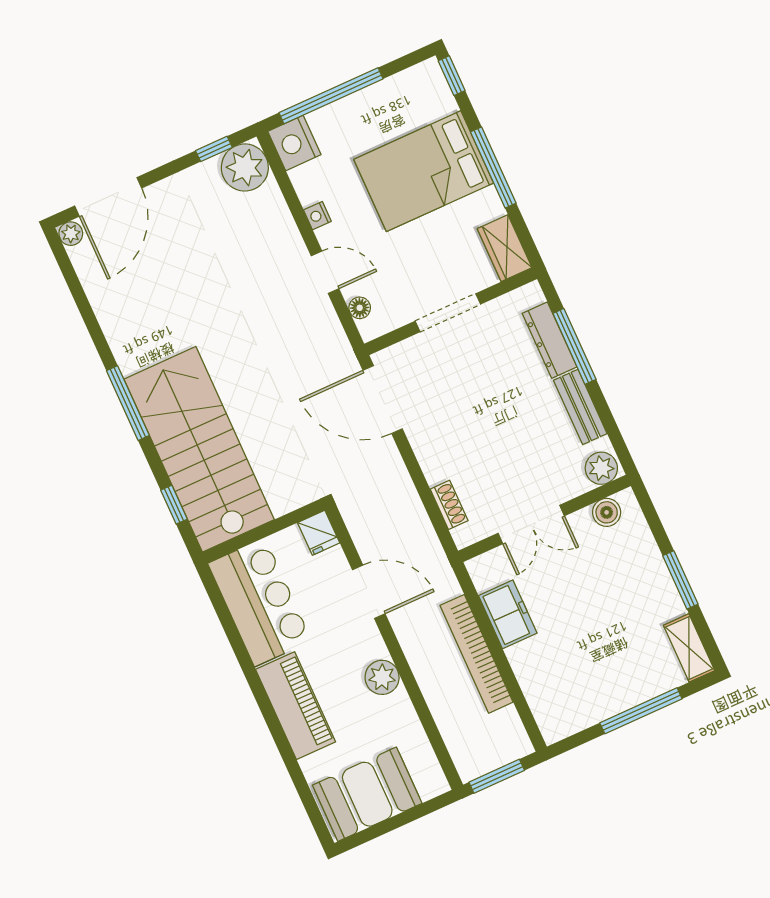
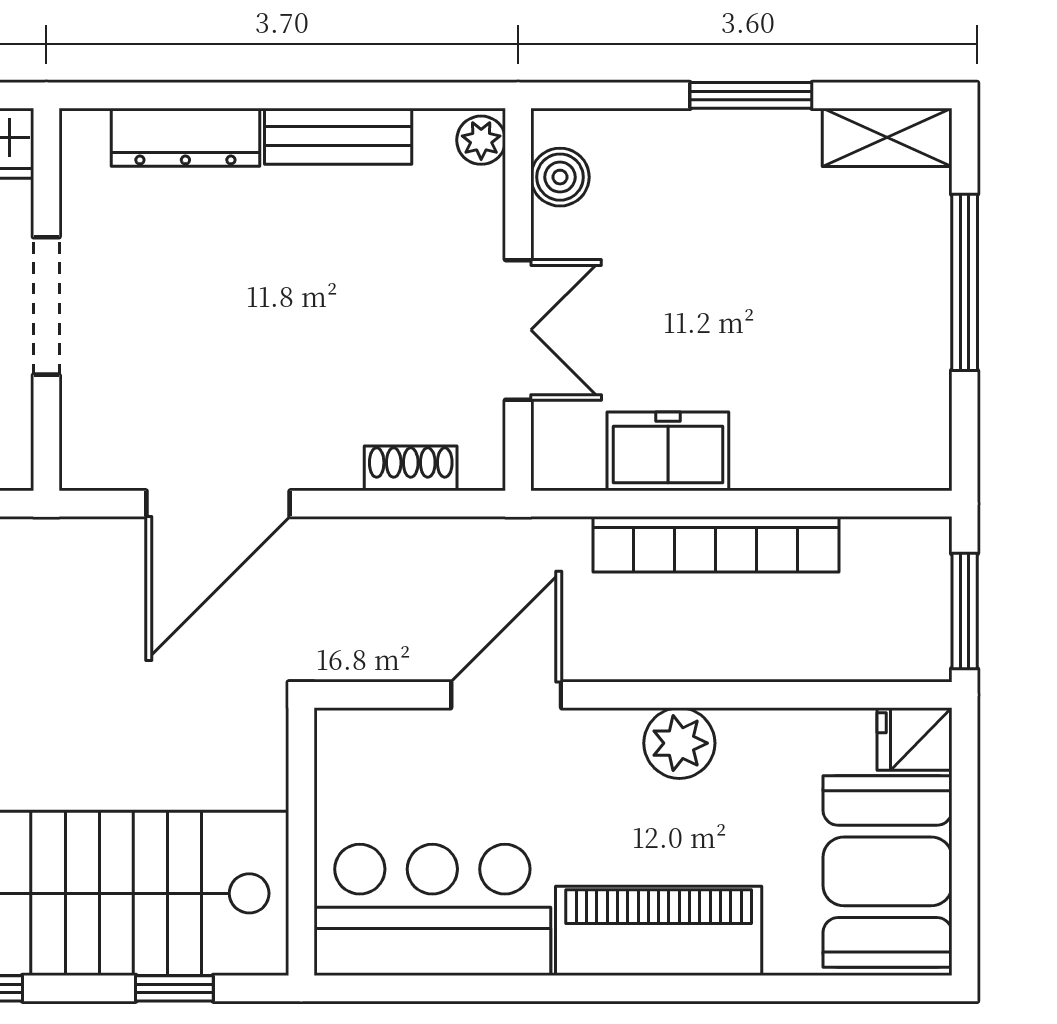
window: (574, 346) -> (219, 95), removed
door: (383, 399) -> (218, 504), moved
plant: (601, 468) -> (481, 140), width x0.73, depth x0.73
fridge: (319, 533) -> (914, 739), moved, turned 180

